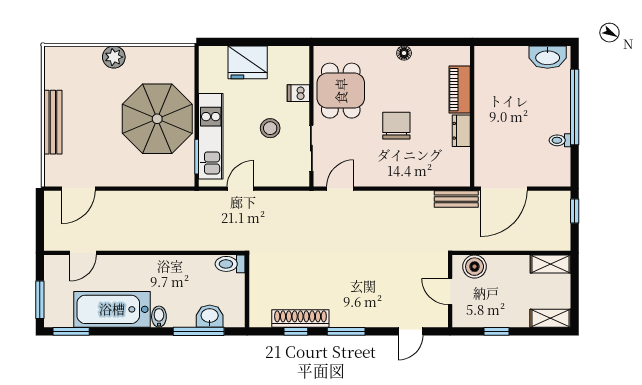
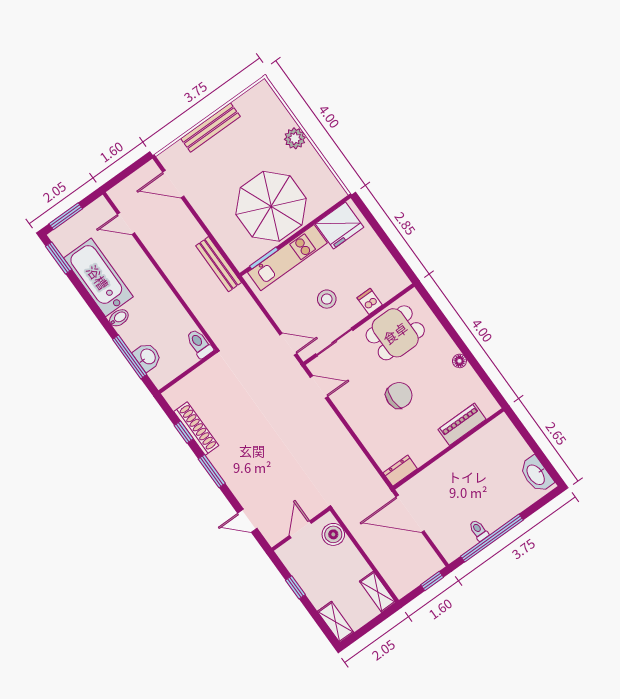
fridge: (248, 62) -> (339, 225), moved, turned -90
window: (575, 107) -> (492, 538), moved
dresser: (461, 131) -> (400, 471), moved
door: (240, 189) -> (288, 344), moved
bench: (456, 199) -> (219, 264), moved, width x1.36

